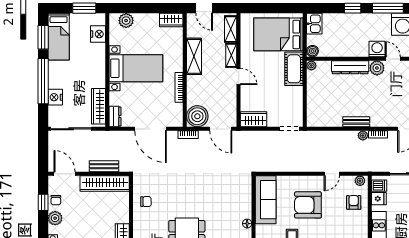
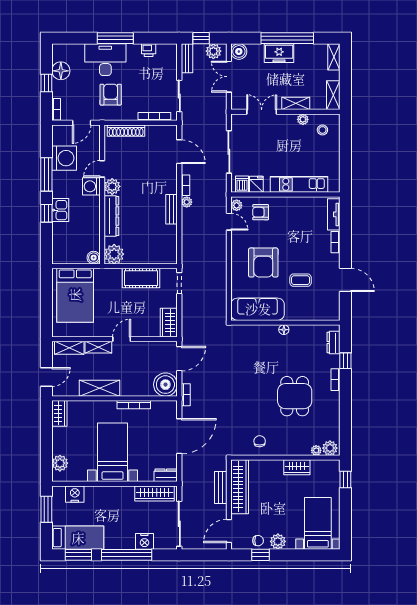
kitchen sink: (314, 24) -> (60, 210), moved, turned 90
plant: (311, 65) -> (114, 254), width x1.87, depth x1.87
cot: (294, 69) -> (141, 278), moved
door: (332, 174) -> (229, 222), moved

